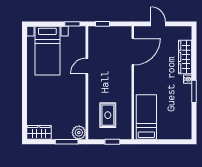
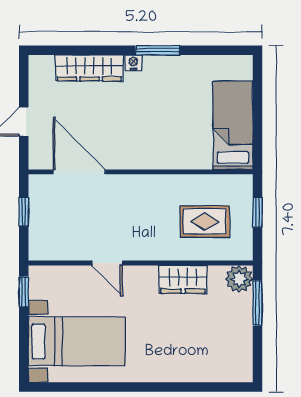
window: (103, 24) -> (24, 212), moved
bed: (146, 117) -> (233, 125), moved, turned 90
wardrobe: (39, 132) -> (183, 279), moved, turned -90

